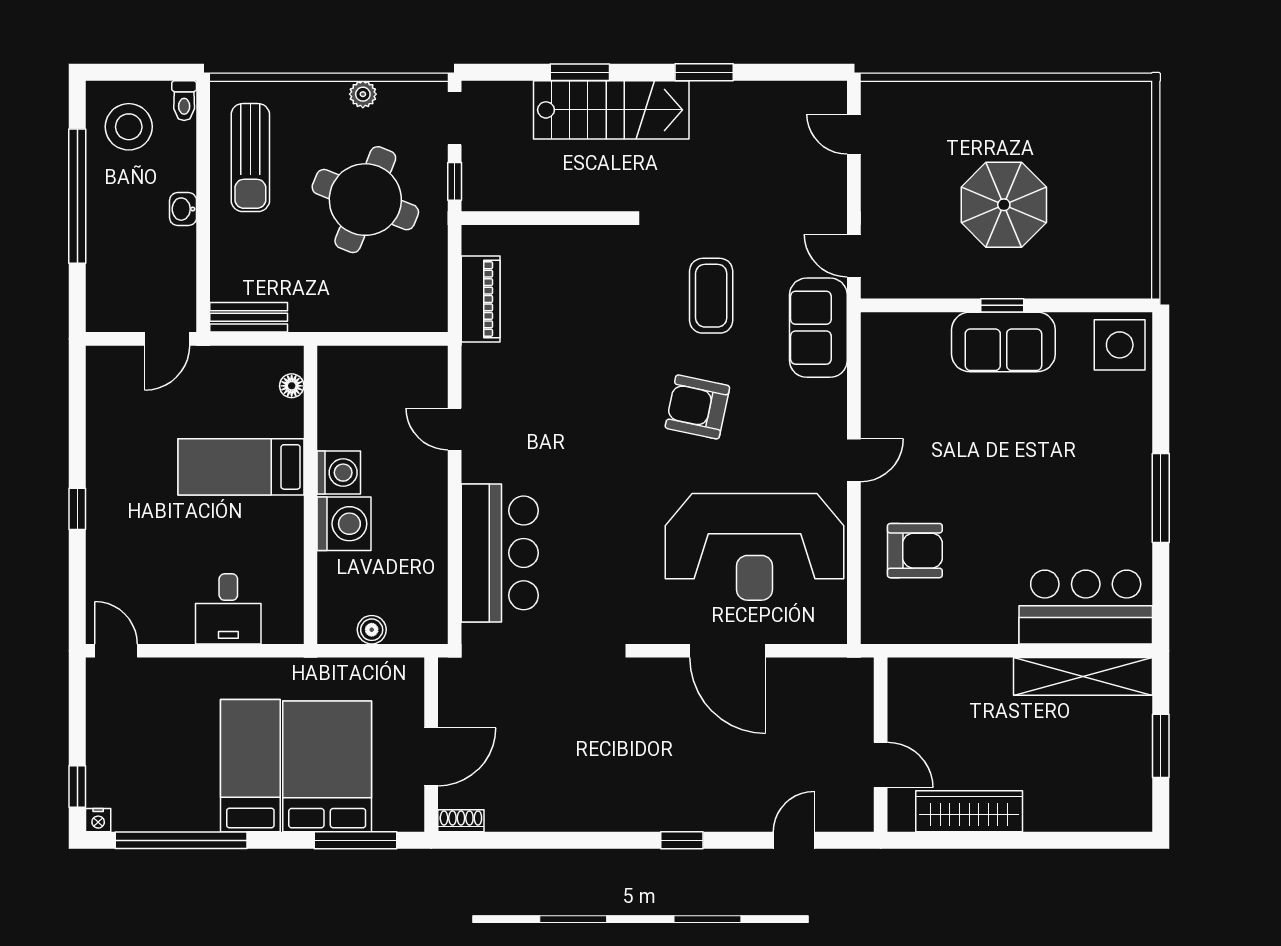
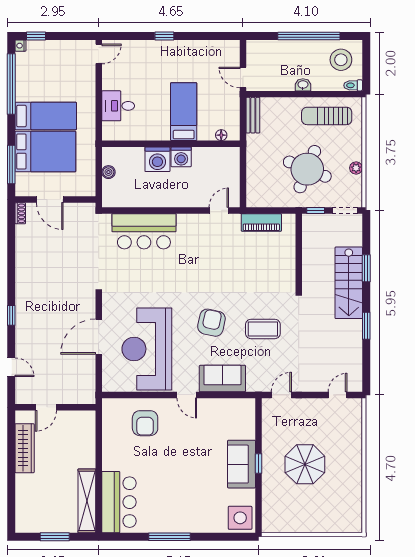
sofa: (818, 328) -> (222, 379), moved
door: (455, 429) -> (219, 210), moved

